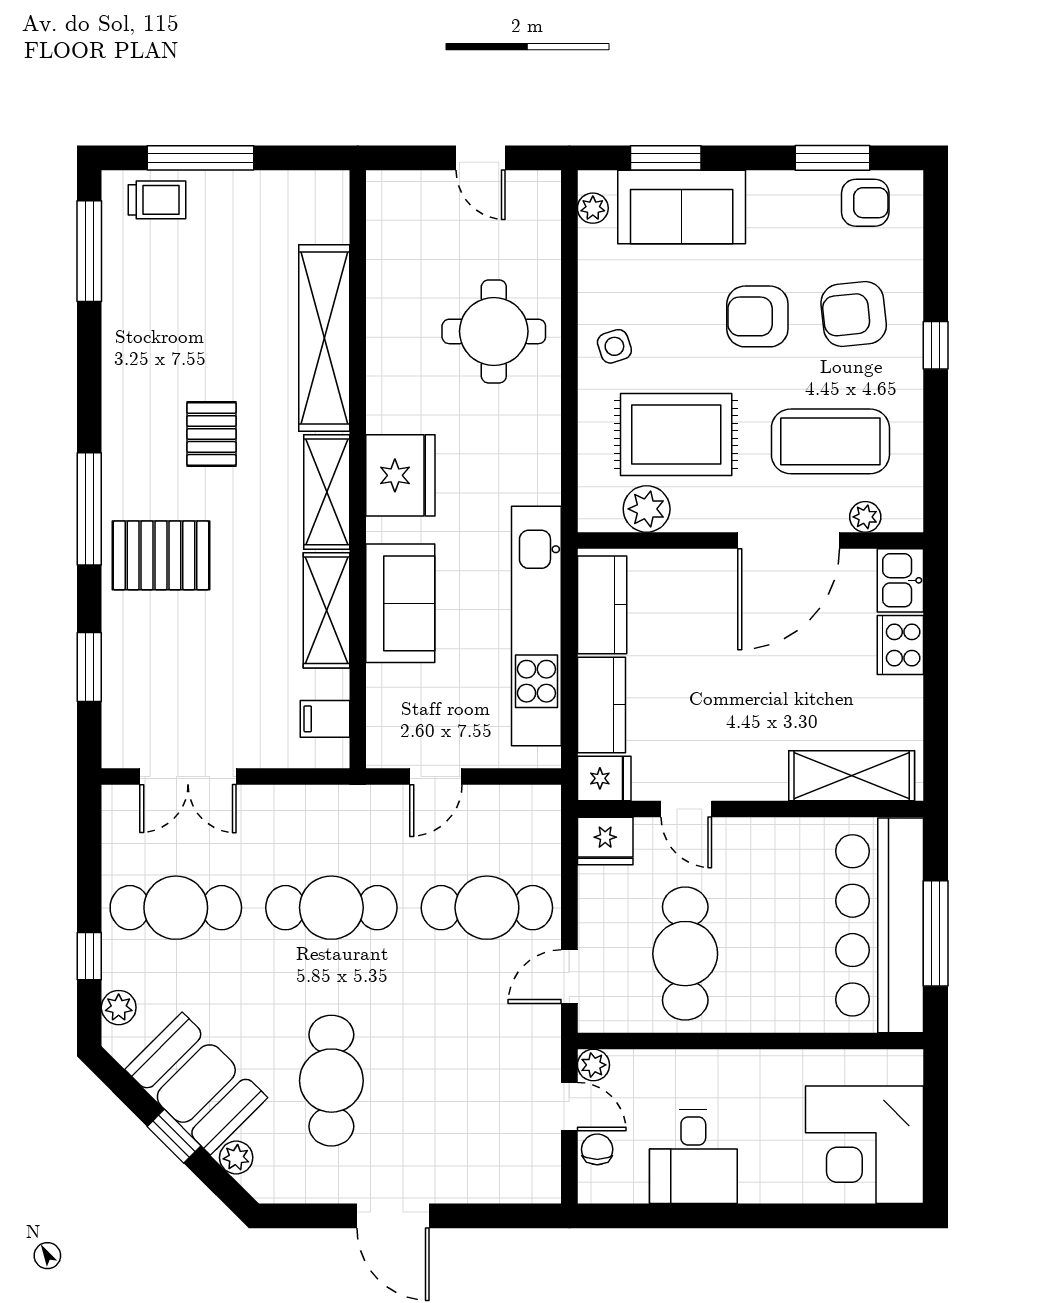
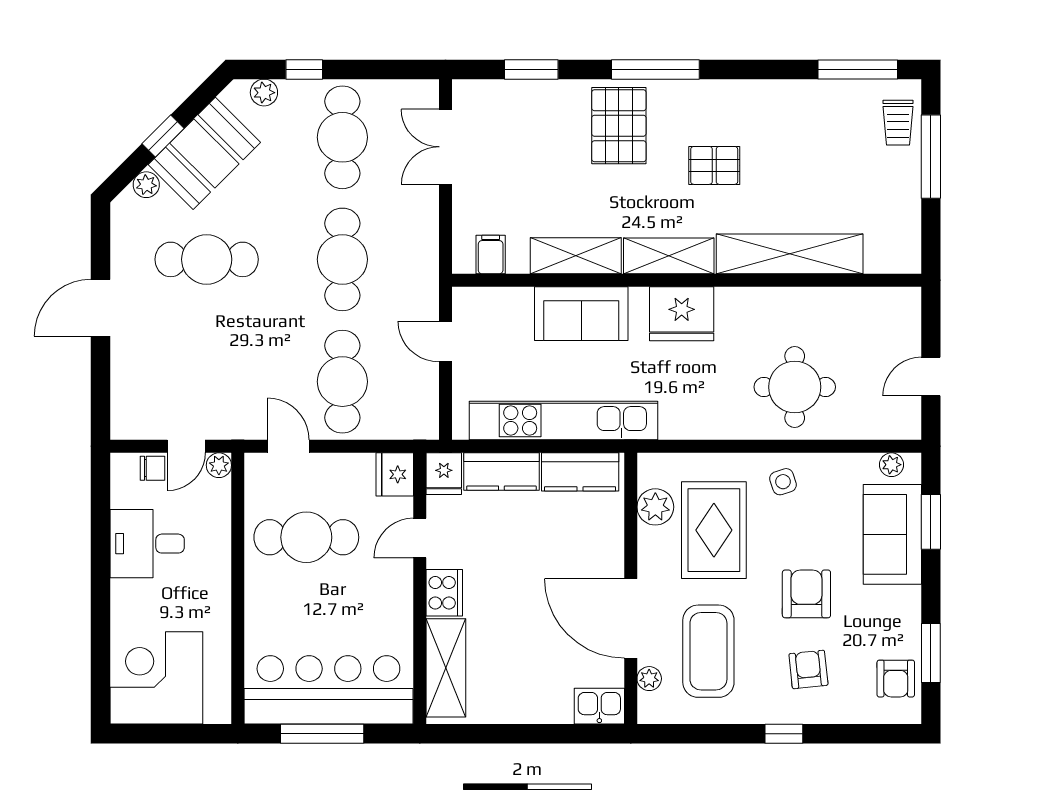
armchair: (854, 314) -> (808, 669), width x0.72, depth x0.72
cooker: (900, 645) -> (444, 593), moved, turned 90

